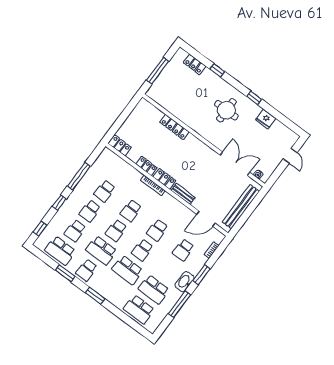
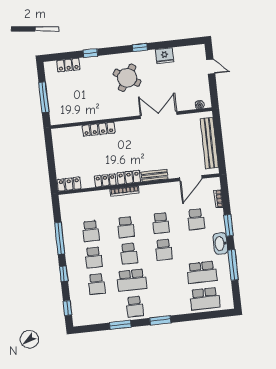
round table: (226, 110) -> (127, 78), turned 32
double door: (235, 164) -> (159, 115), moved
school desk: (60, 251) -> (100, 311), removed
school desk: (128, 270) -> (167, 276), removed

